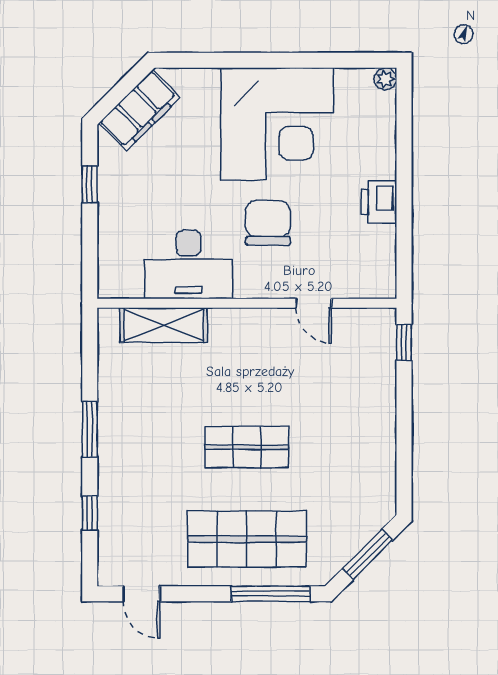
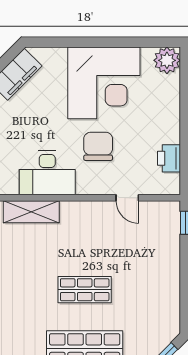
plant: (385, 79) -> (167, 60), width x1.88, depth x1.88
printer: (379, 202) -> (169, 158), moved

